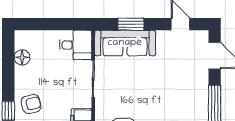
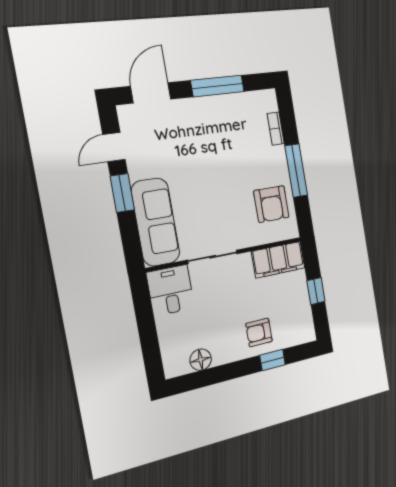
window: (131, 24) -> (122, 193), moved
armchair: (31, 104) -> (259, 332), turned -77

